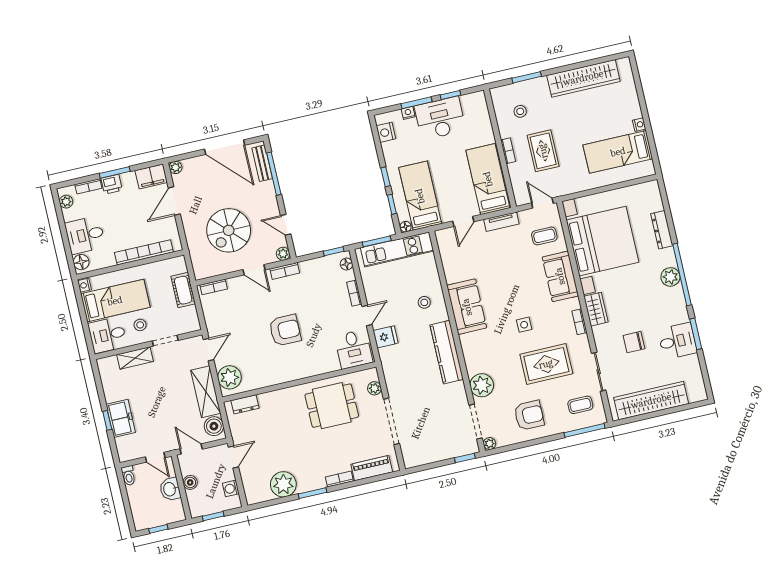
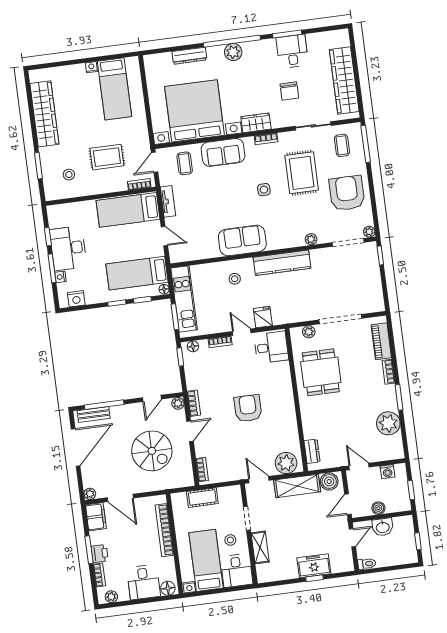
bookcase: (508, 151) -> (139, 184), moved
plant: (482, 385) -> (311, 239), width x0.53, depth x0.53
armchair: (529, 415) -> (347, 193), width x1.36, depth x1.36

